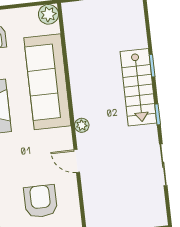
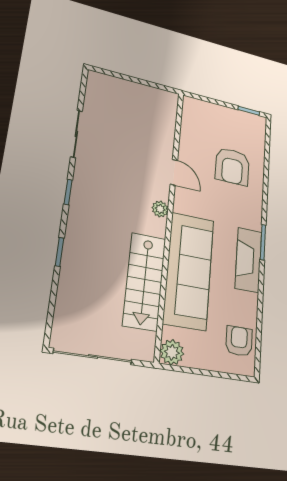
stairs: (138, 87) -> (144, 281), moved, turned 180
armchair: (41, 201) -> (232, 166), moved

